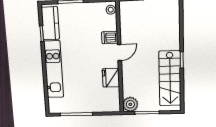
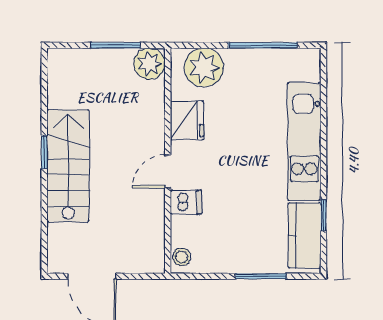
stairs: (170, 78) -> (68, 166), moved
plant: (104, 103) -> (204, 68), added

